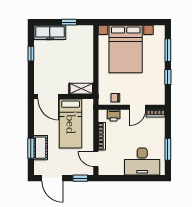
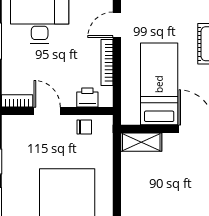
door: (138, 107) -> (47, 111), hinge flipped
door: (96, 159) -> (117, 25), swing flipped

